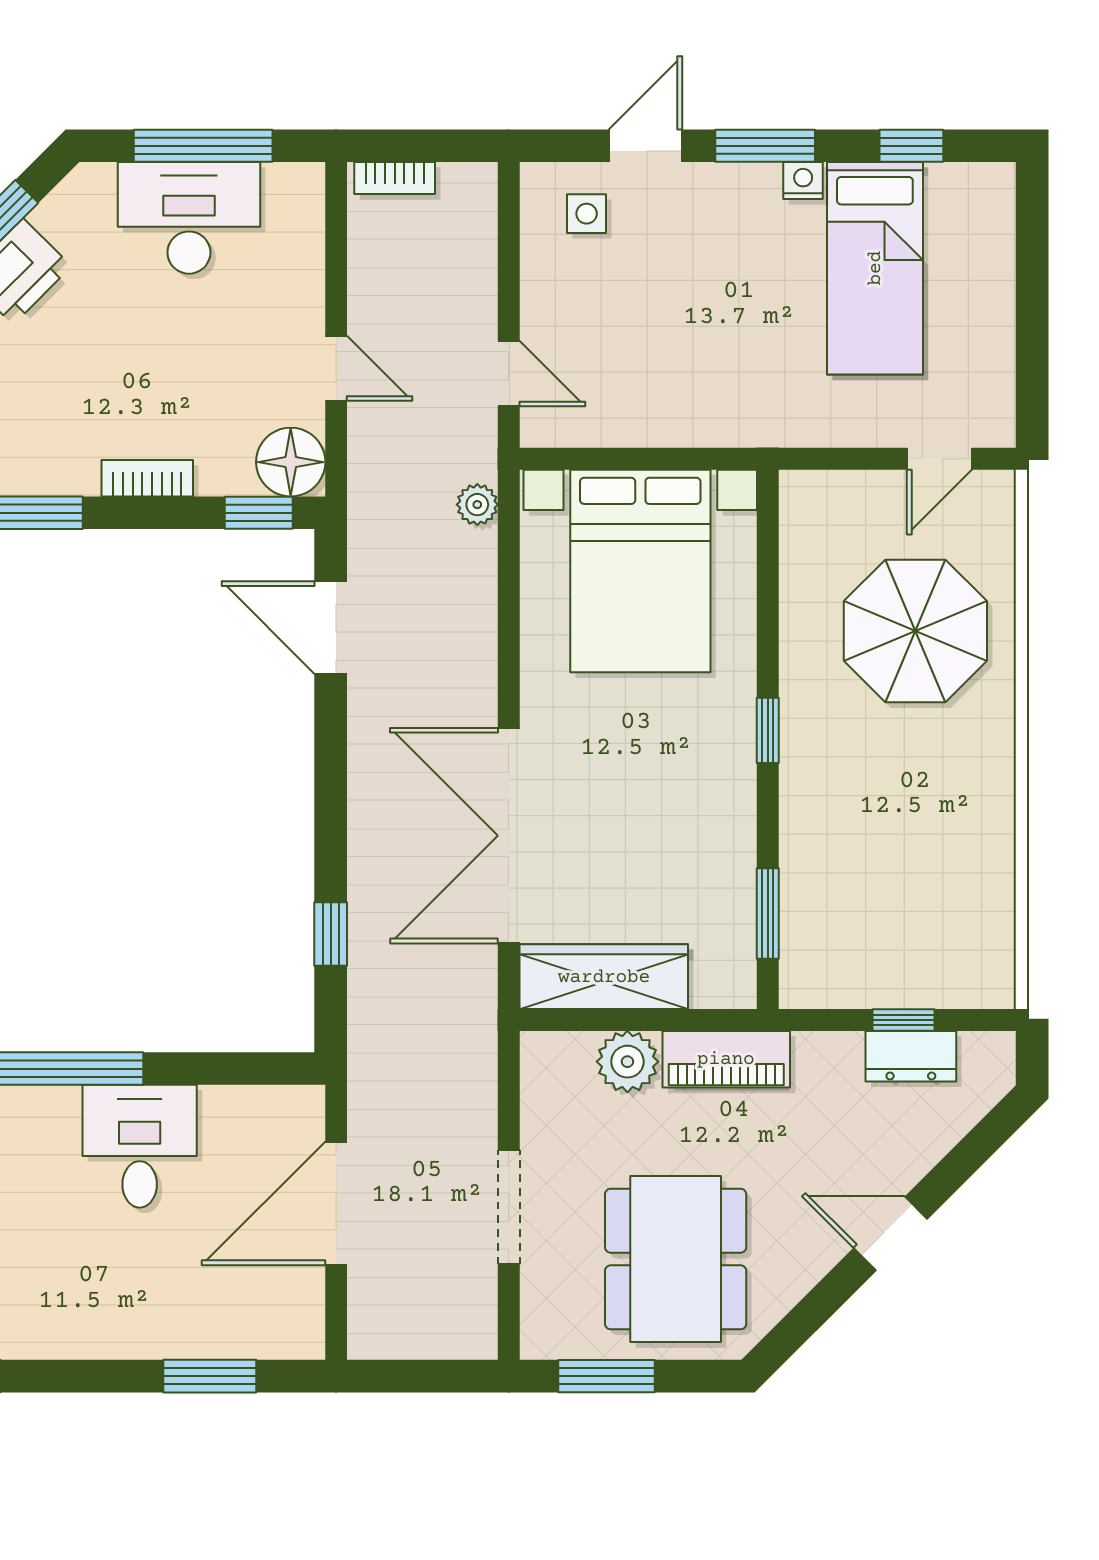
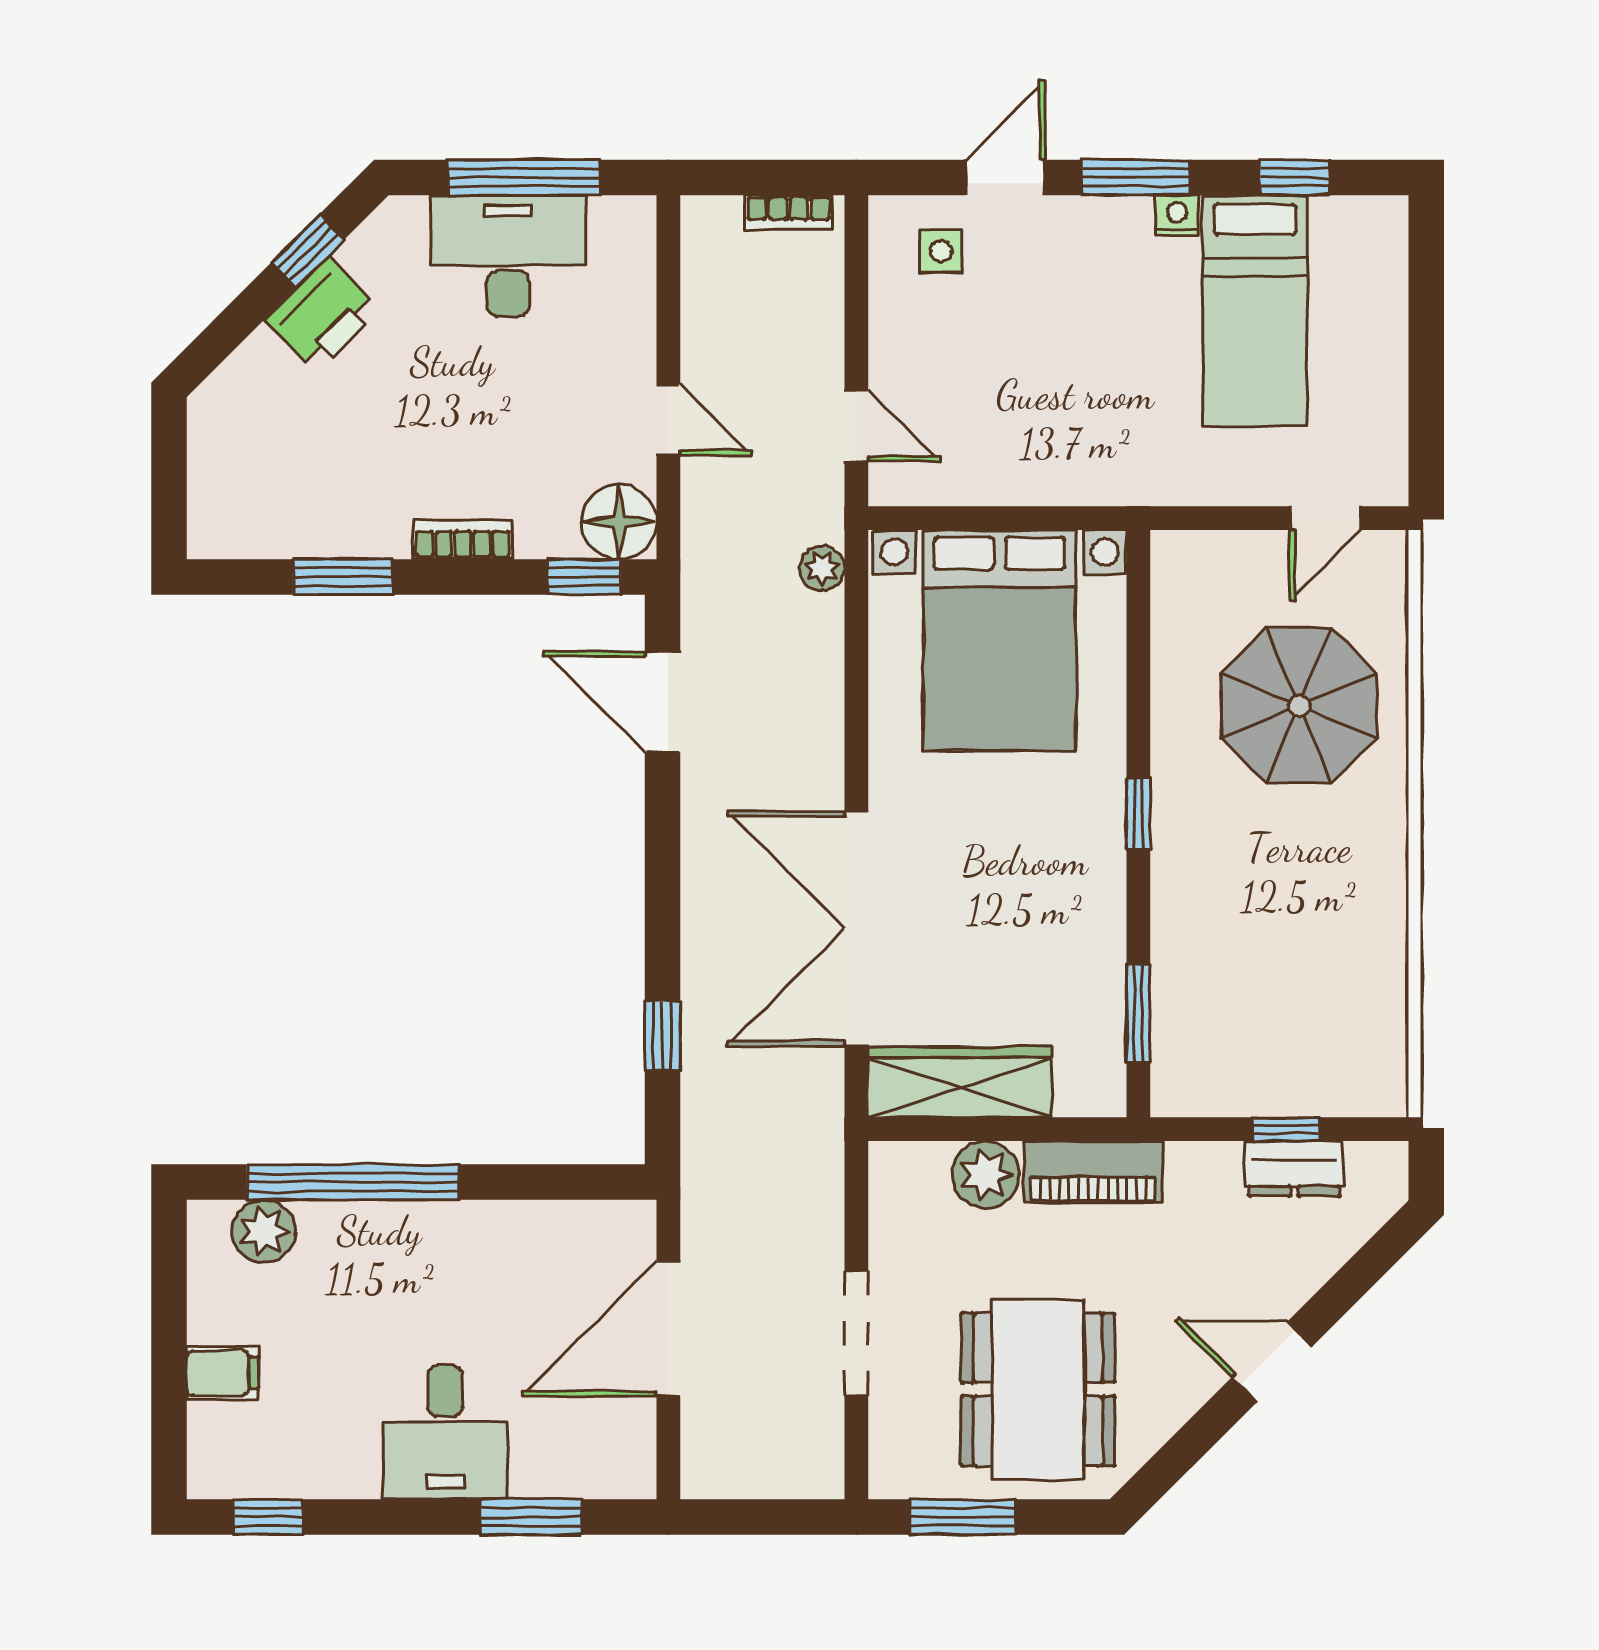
bookcase: (395, 178) -> (789, 213), moved
desk: (140, 1146) -> (445, 1432), moved, turned 180

